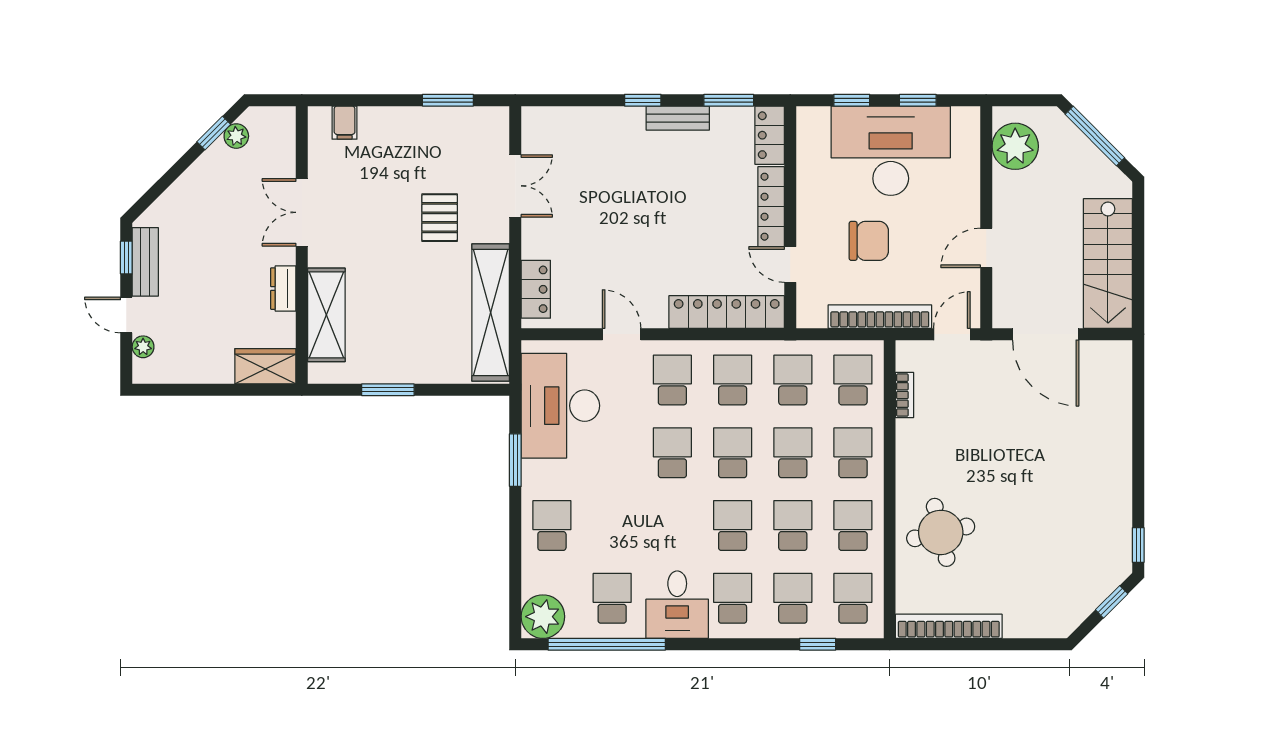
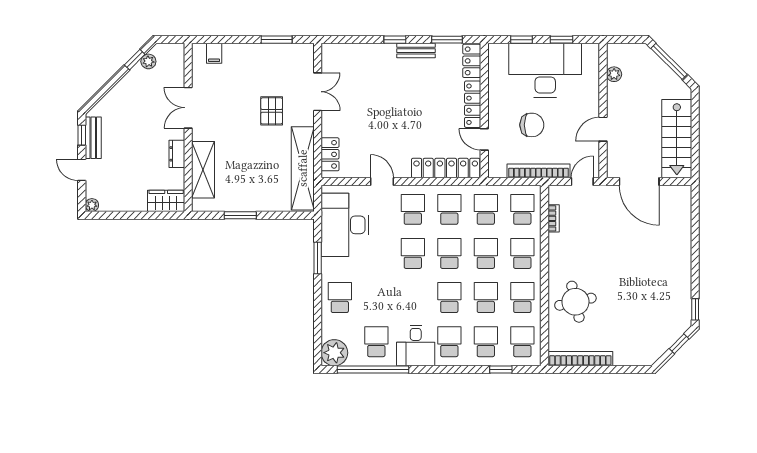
plant: (1015, 146) -> (614, 74), width x0.53, depth x0.53
plant: (143, 347) -> (92, 205), moved

